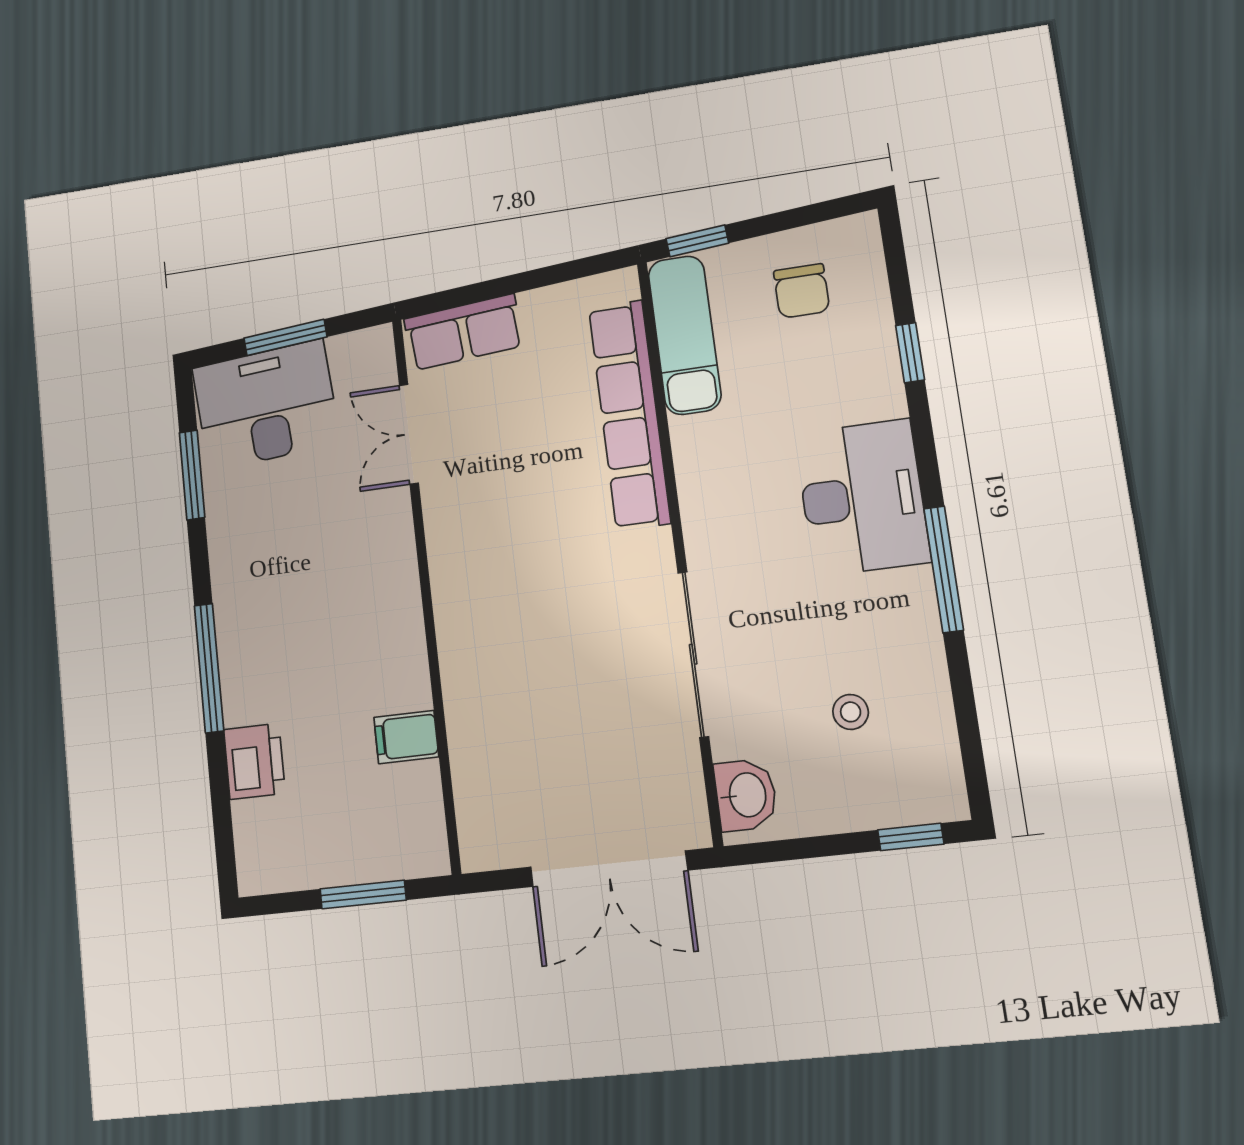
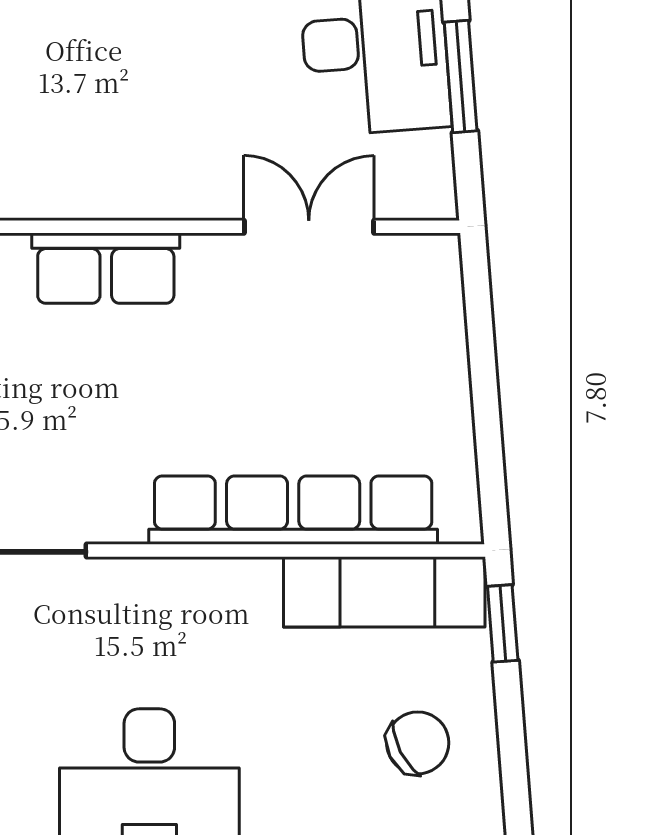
chair: (802, 291) -> (418, 743), turned 153
row of seats: (464, 332) -> (106, 268), moved, turned -86

